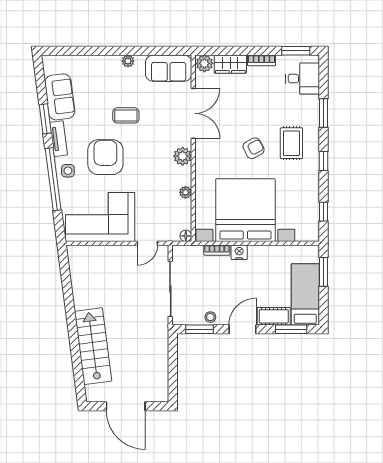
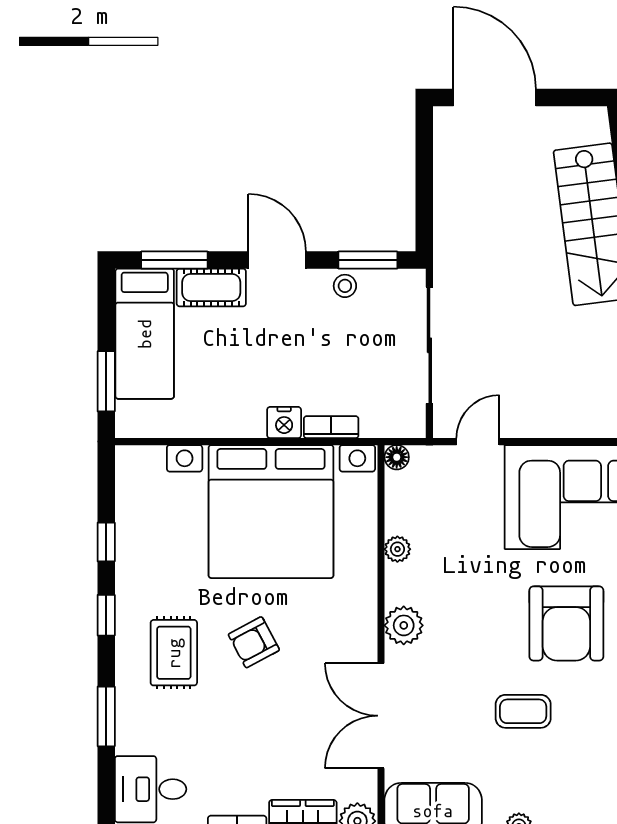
window: (323, 212) -> (106, 542), moved
door: (243, 329) -> (277, 260), swing flipped
door: (126, 406) -> (495, 98), moved

